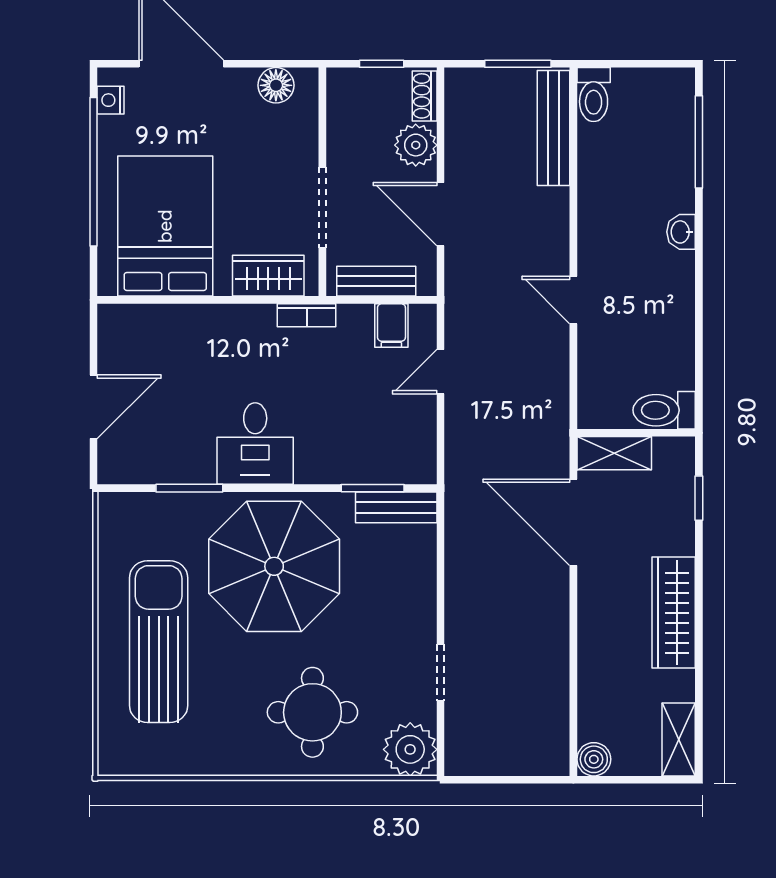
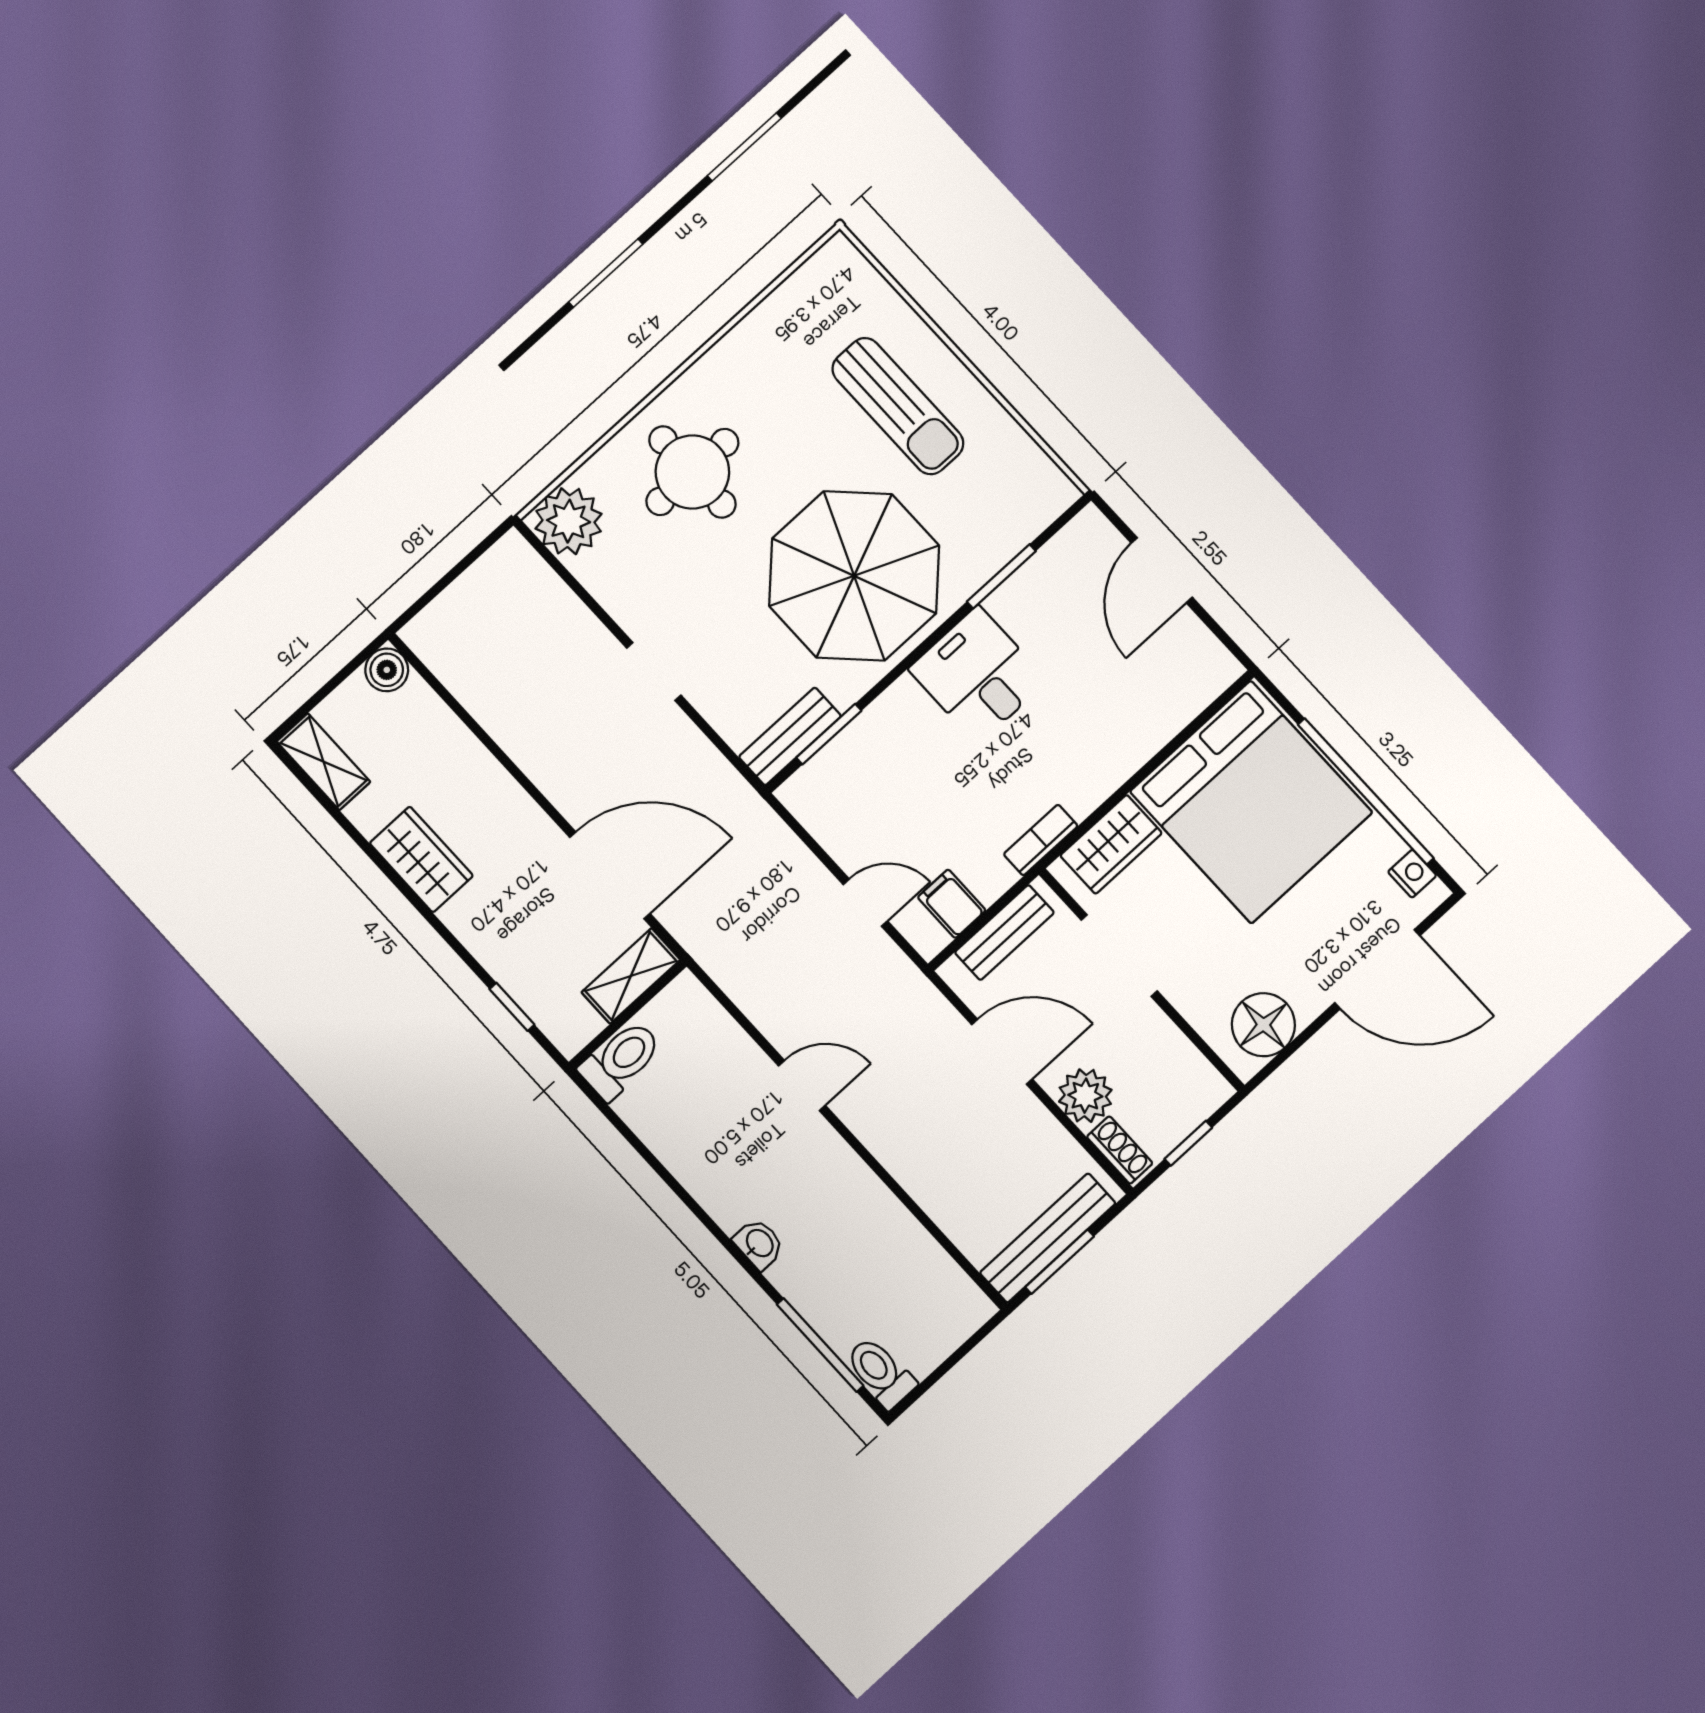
floor lamp: (276, 85) -> (1263, 1025), width x1.38, depth x1.38
toilet: (594, 95) -> (880, 1373), moved
bench: (554, 128) -> (1048, 1238), moved, turned 90
bed: (165, 226) -> (1251, 802), width x1.36
door: (440, 372) -> (865, 903), hinge flipped
wardrobe: (674, 613) -> (421, 859), width x0.67
sun lounger: (159, 642) -> (898, 406), width x0.73, depth x0.75
doorway: (440, 672) -> (654, 672), moved

